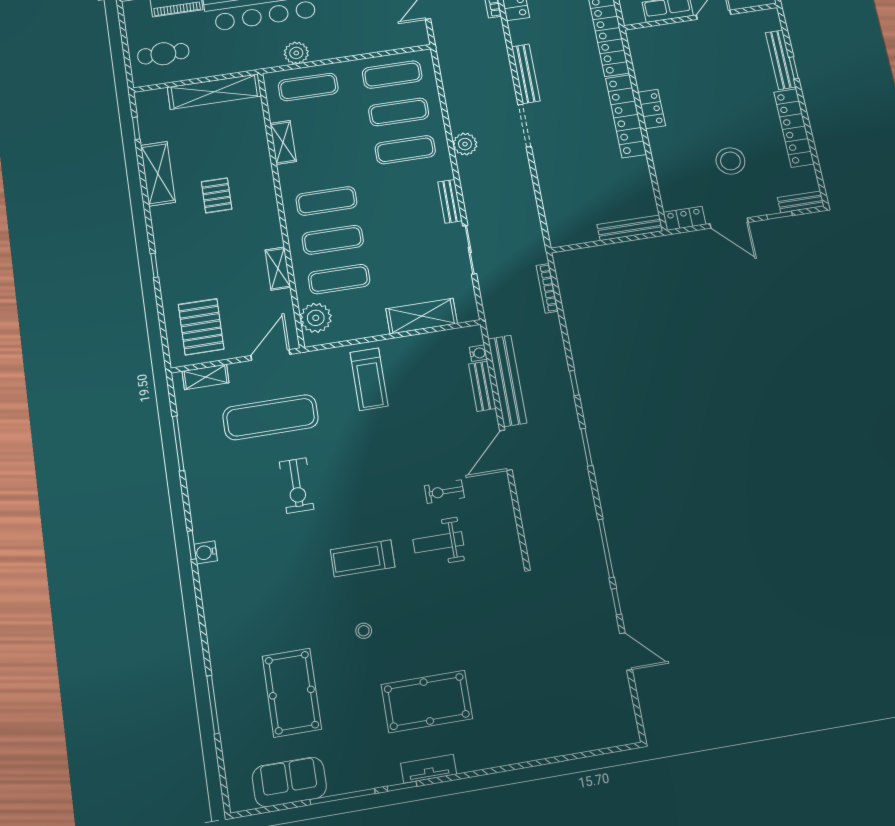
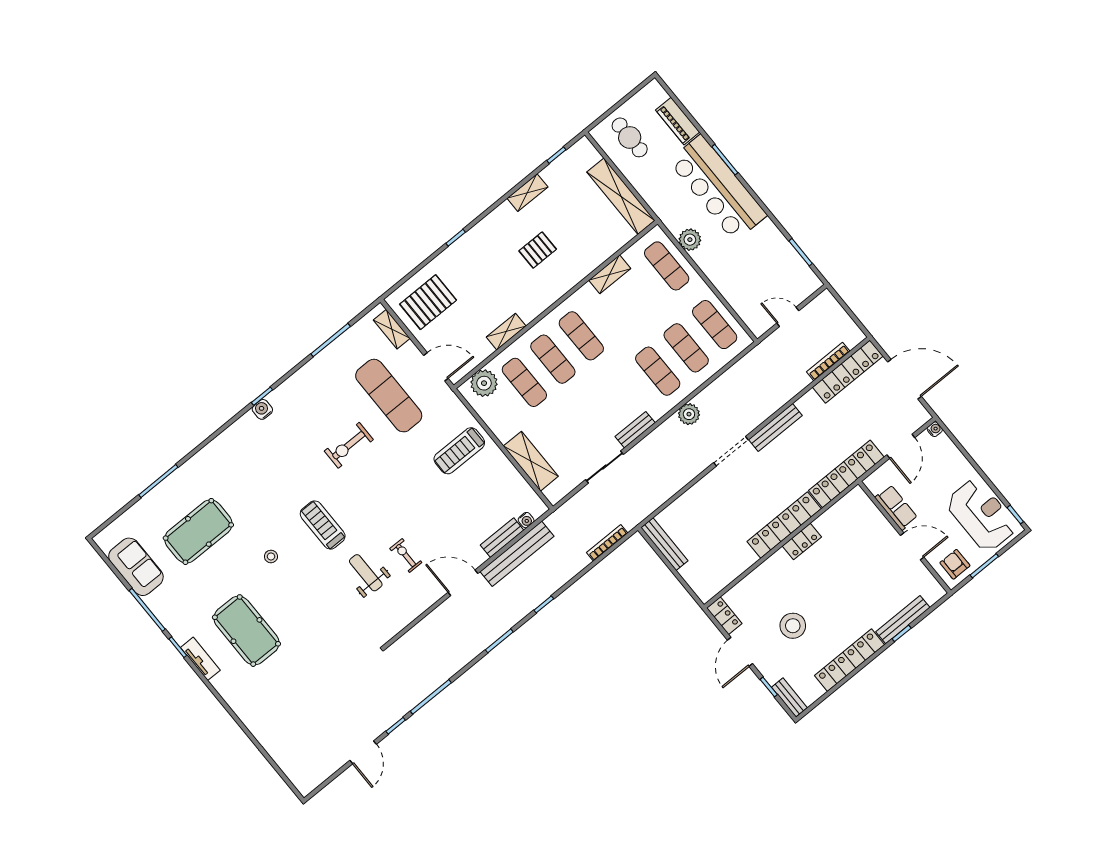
shelving: (158, 174) -> (527, 193), width x0.67, depth x0.75
bench: (630, 228) -> (664, 544), moved

